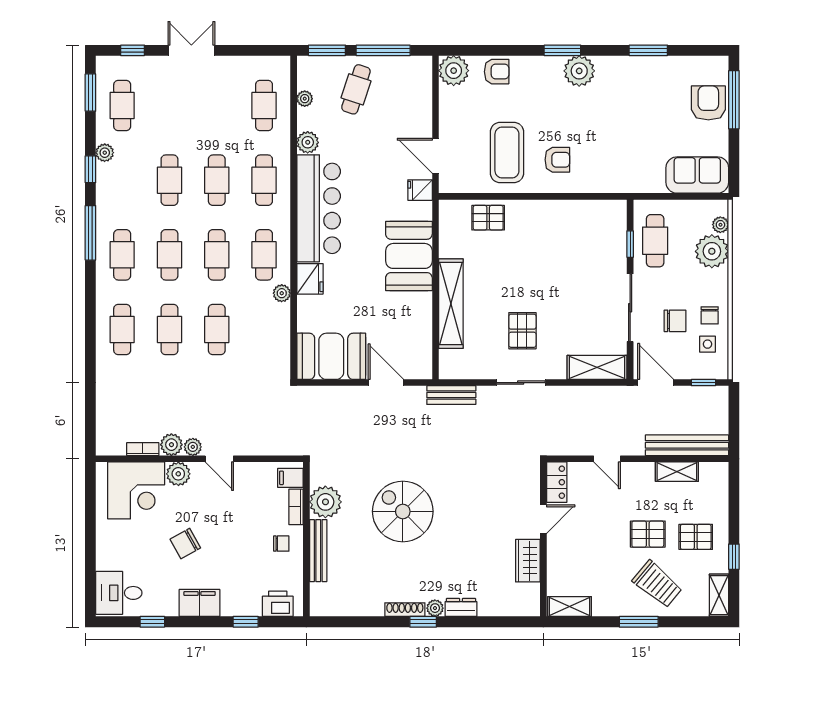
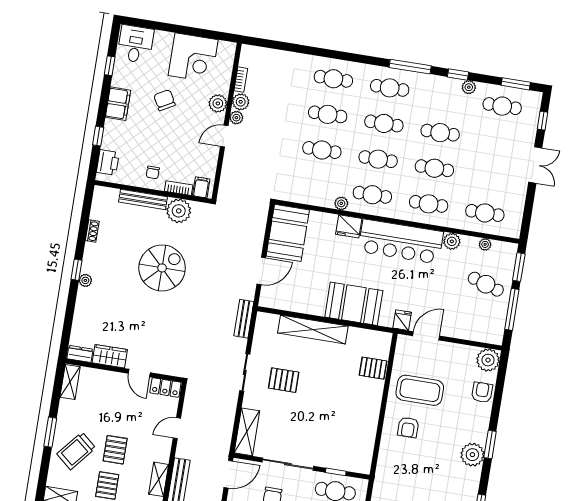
armchair: (497, 72) -> (482, 392), turned 180
pallet: (488, 218) -> (373, 368), turned 90
corner desk: (136, 490) -> (193, 58), moved, turned -90
dresser: (461, 607) -> (80, 354), moved, turned -90
shoe rack: (405, 610) -> (92, 231), moved, width x0.70

